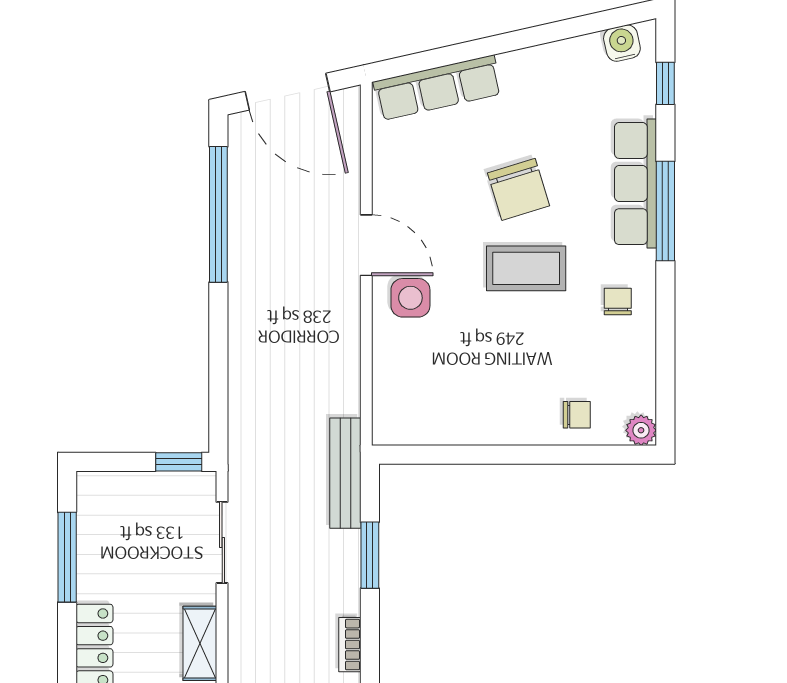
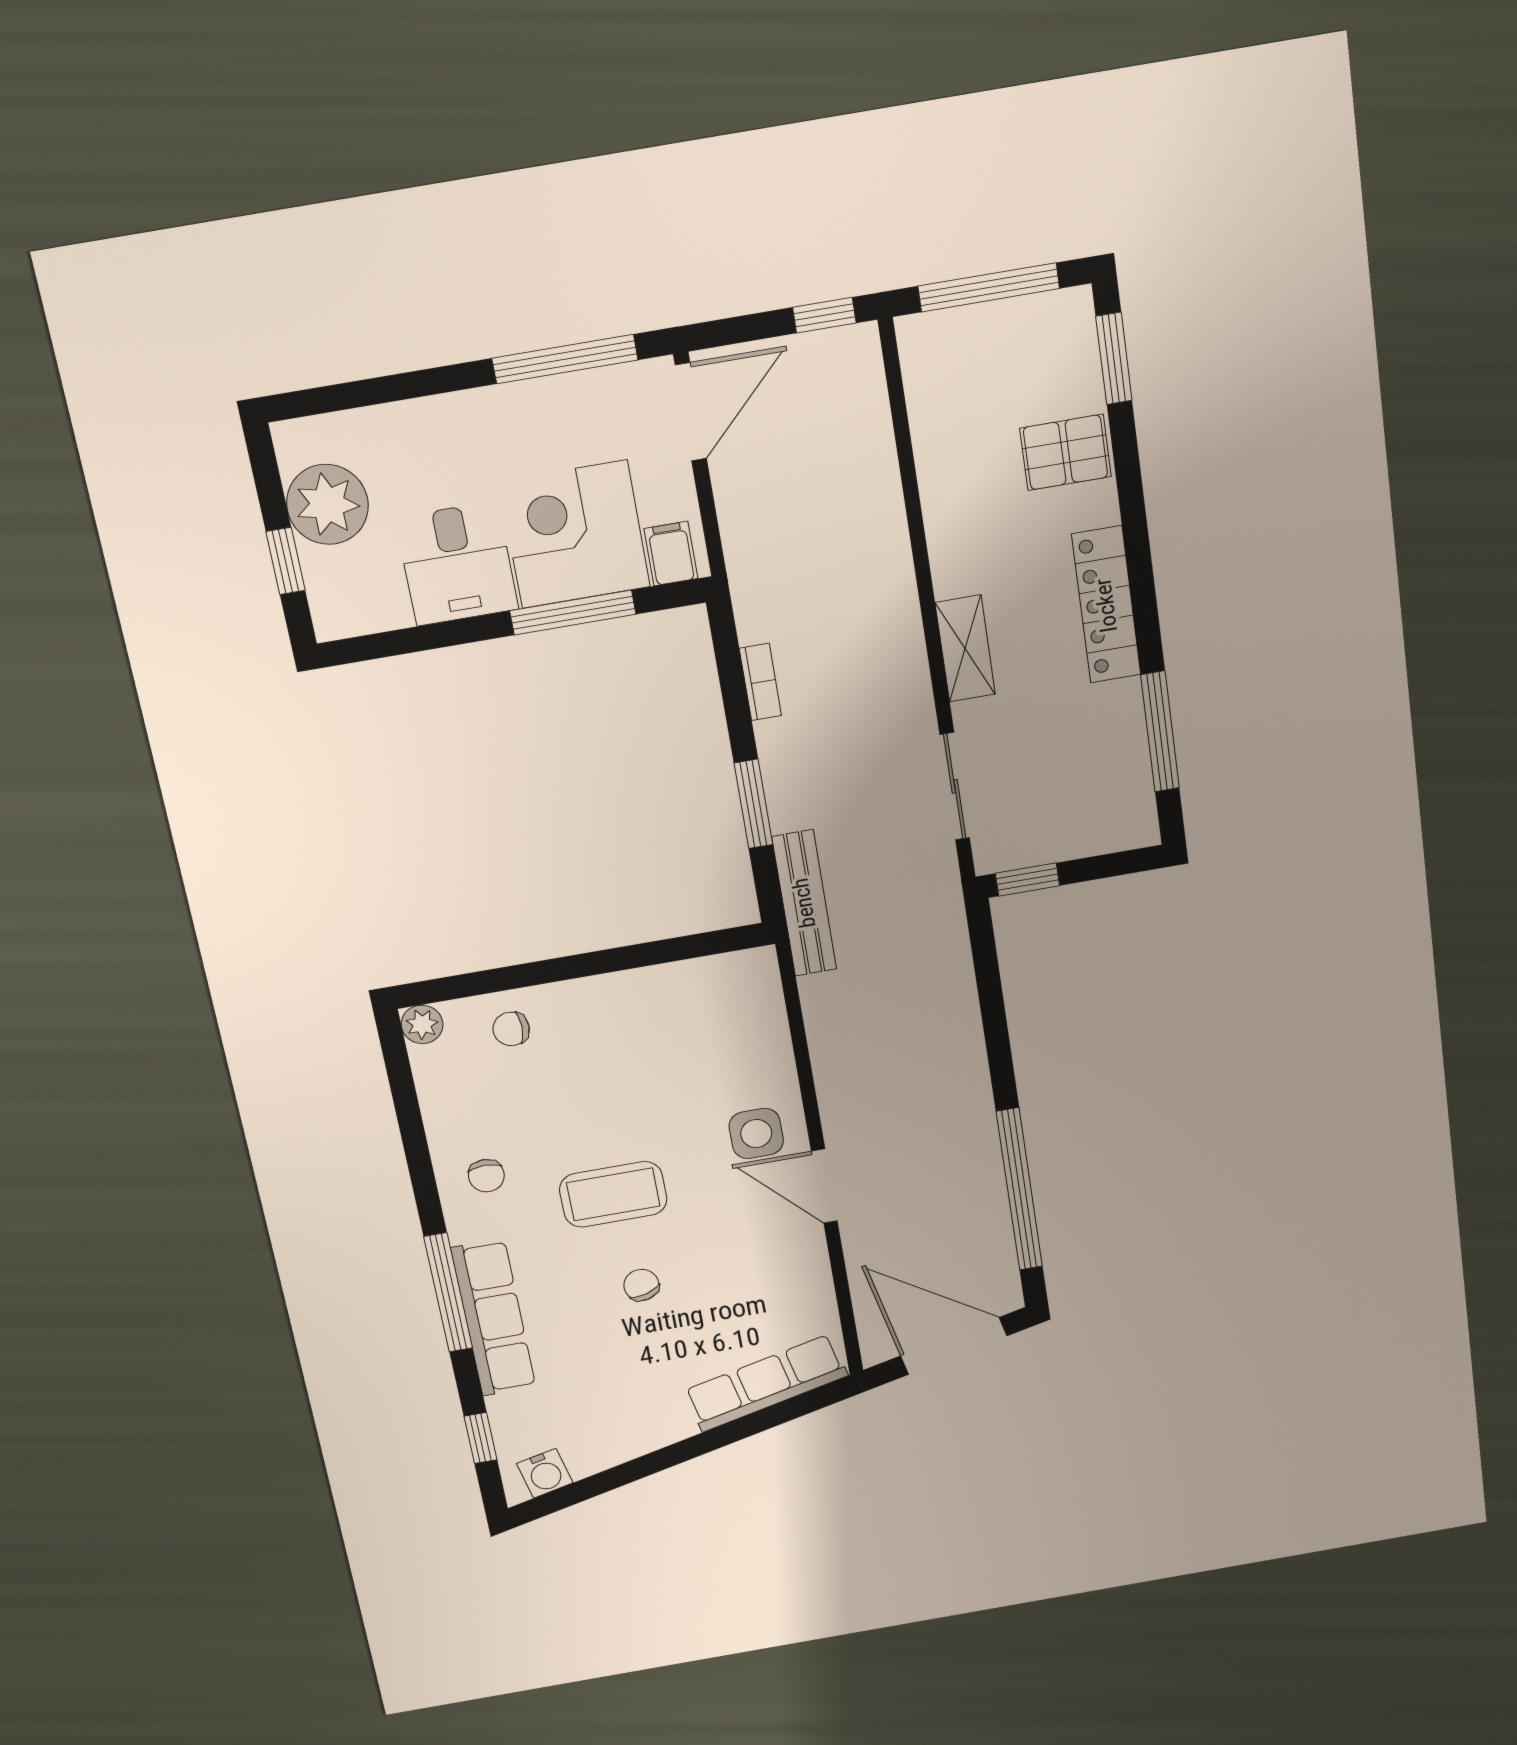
chair: (519, 189) -> (641, 1285), width x0.54, depth x0.54

